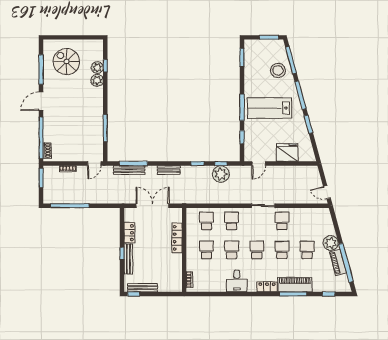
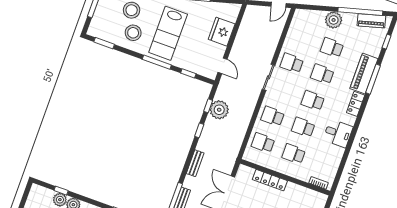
stool: (259, 79) -> (133, 33), added
piano: (338, 262) -> (371, 21), moved

